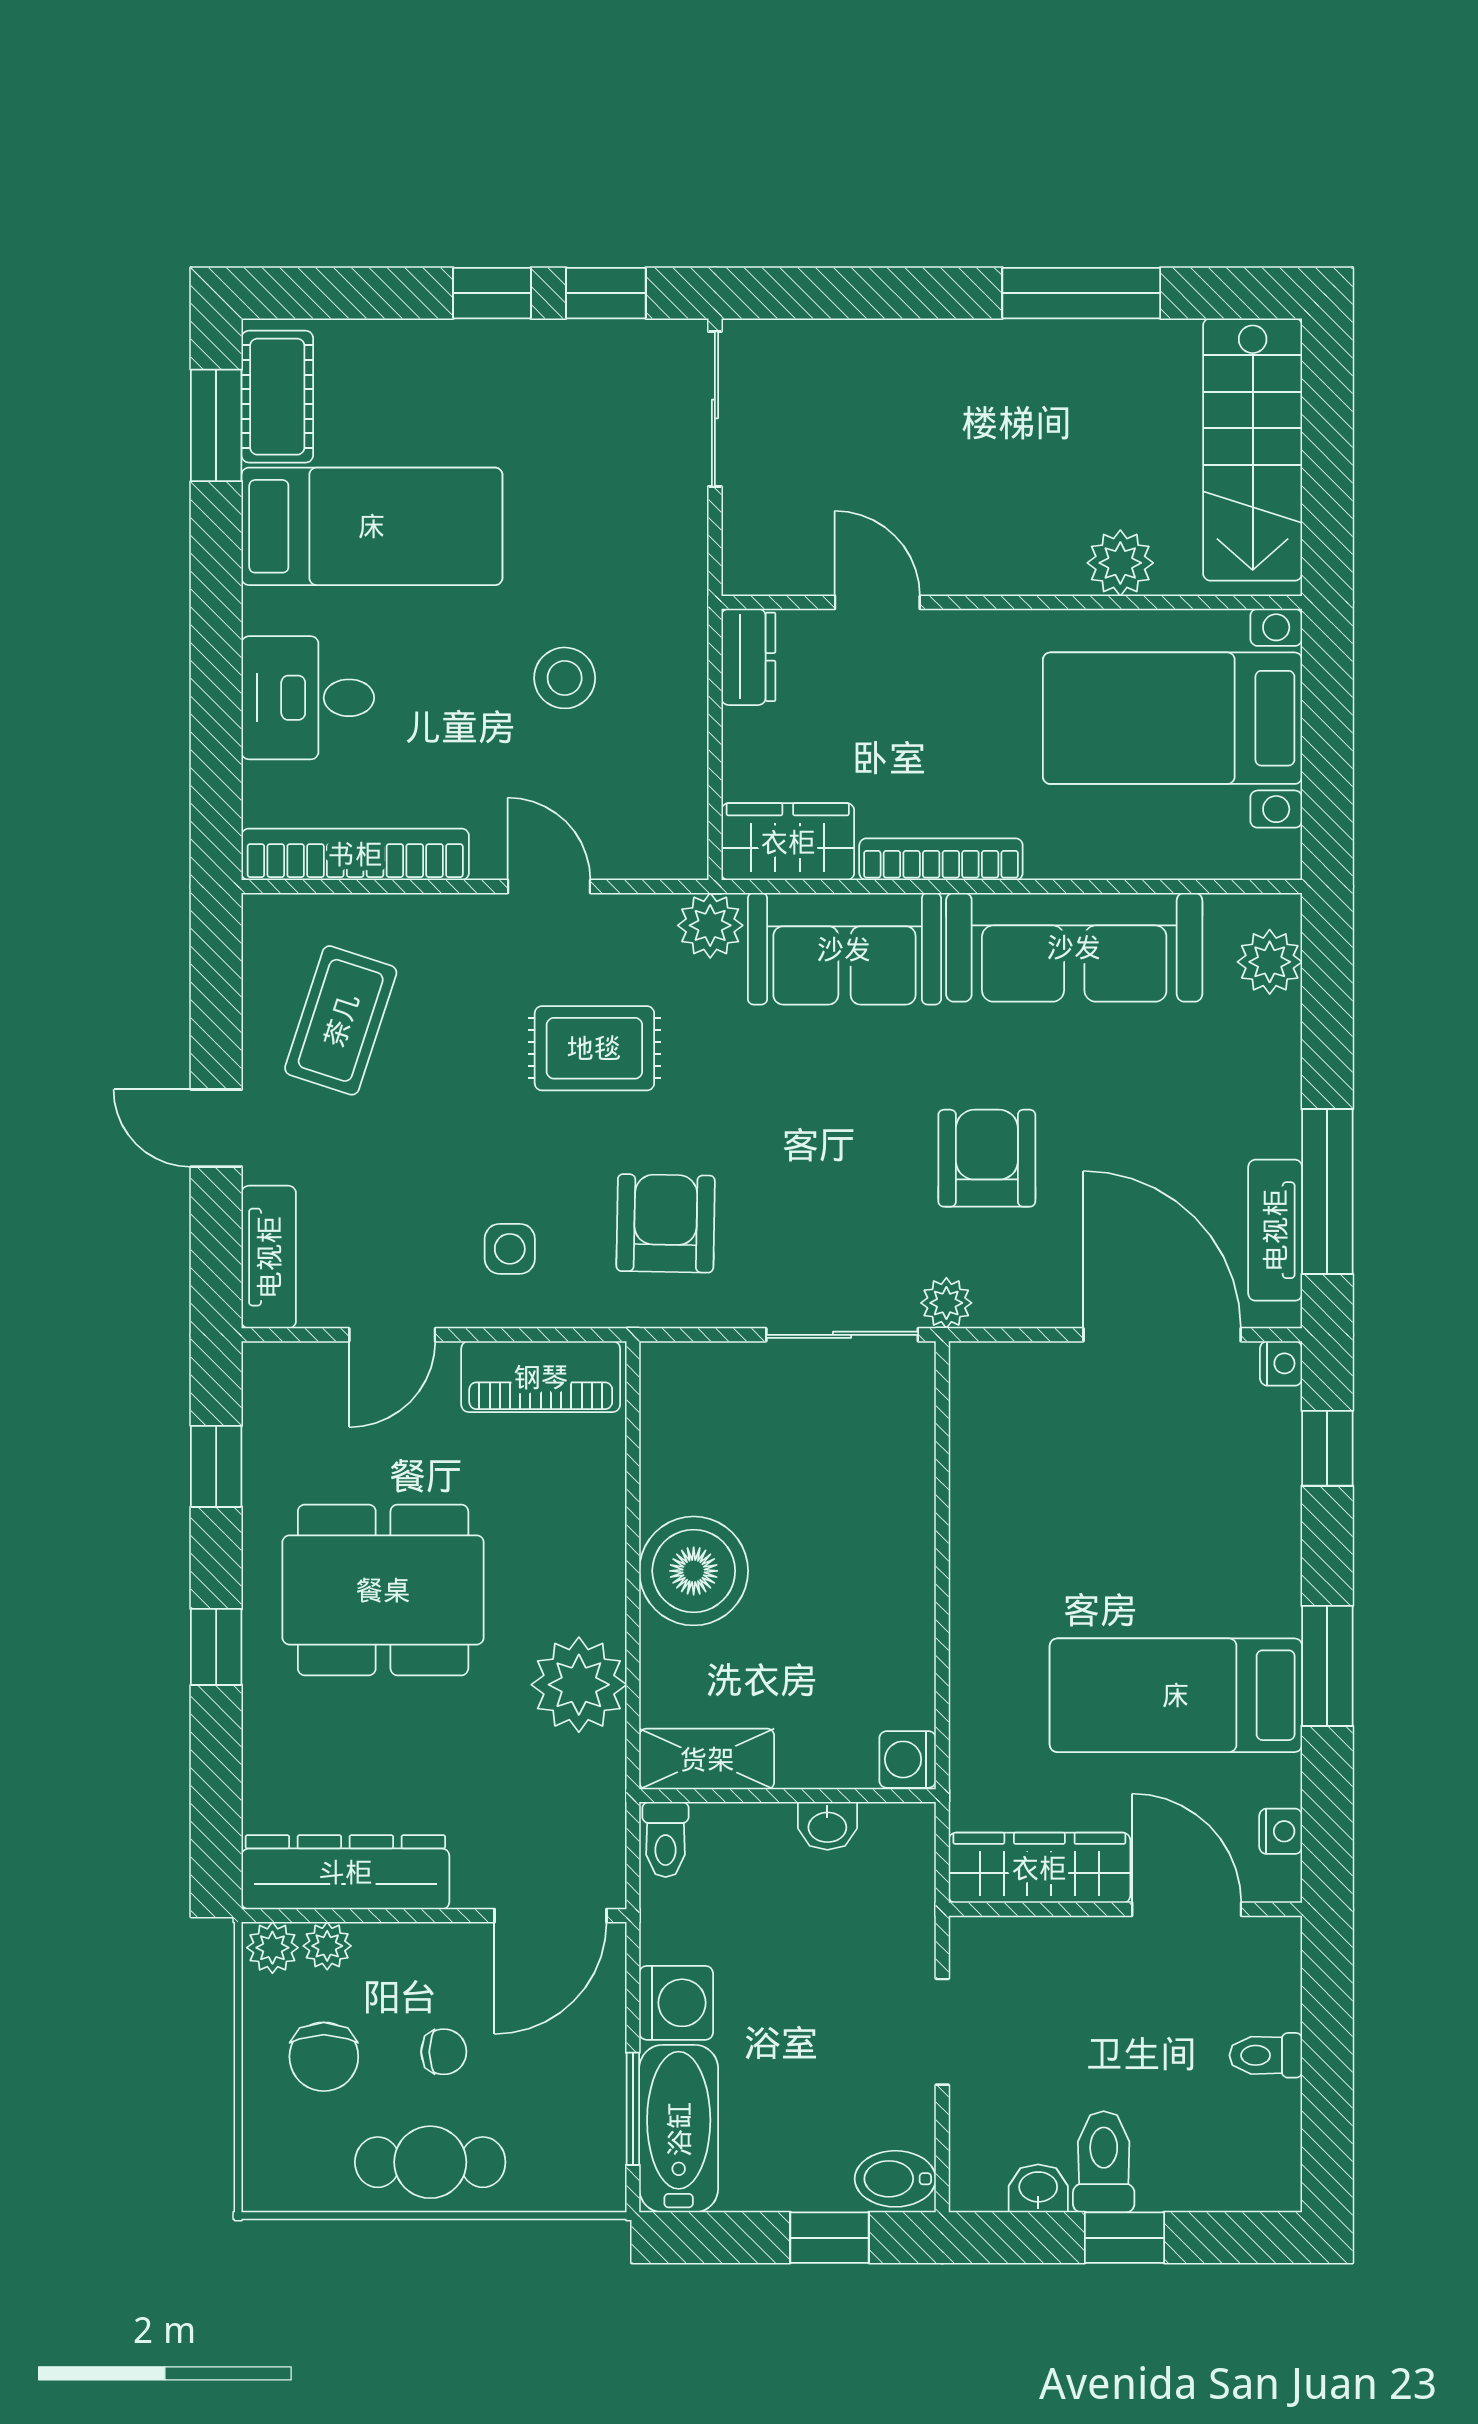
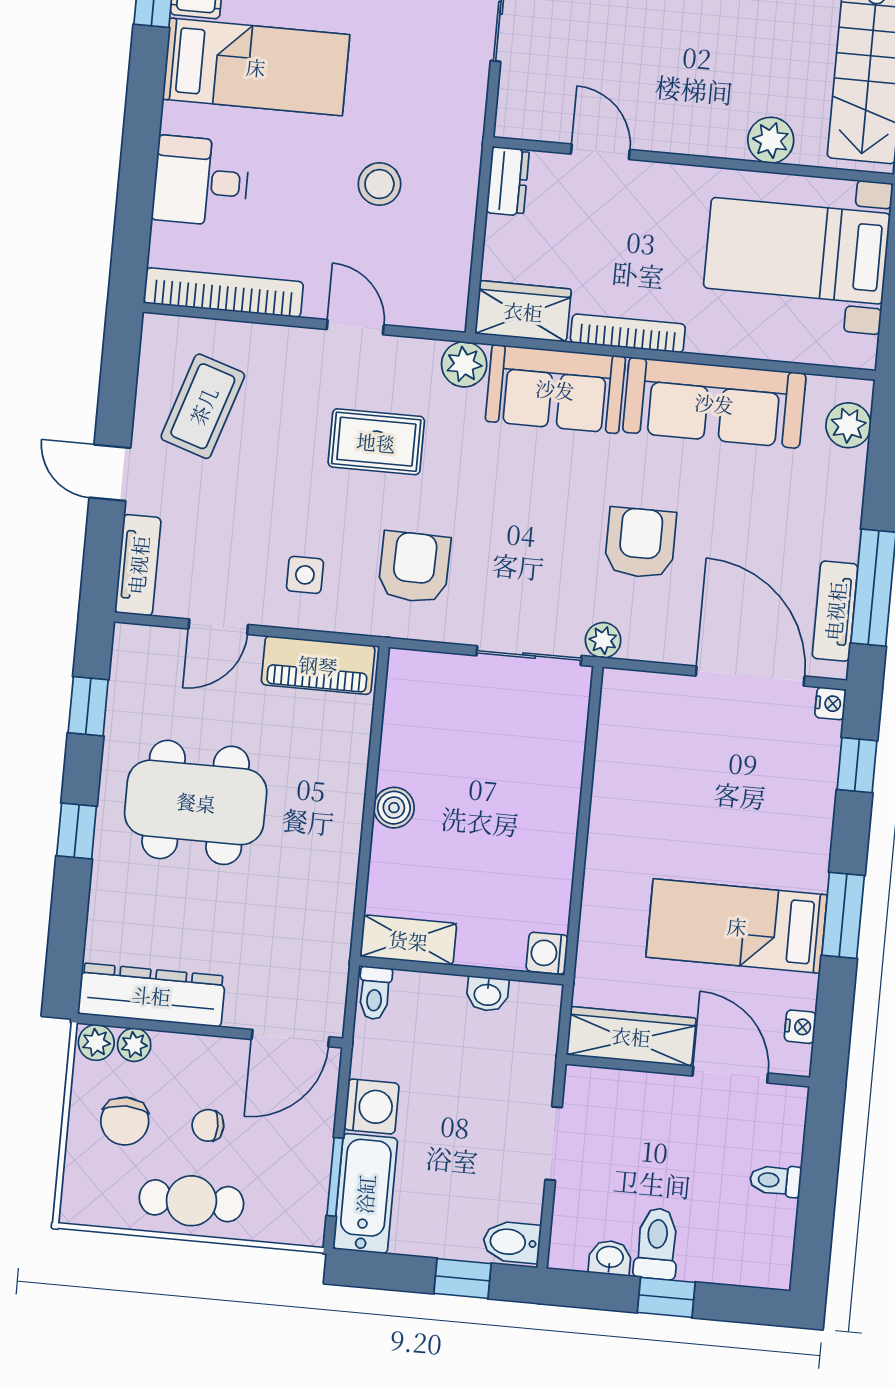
boiler: (694, 1571) -> (394, 808), width x0.54, depth x0.54
plant: (579, 1685) -> (325, 880), removed
chair: (444, 2052) -> (208, 1125), turned 180

